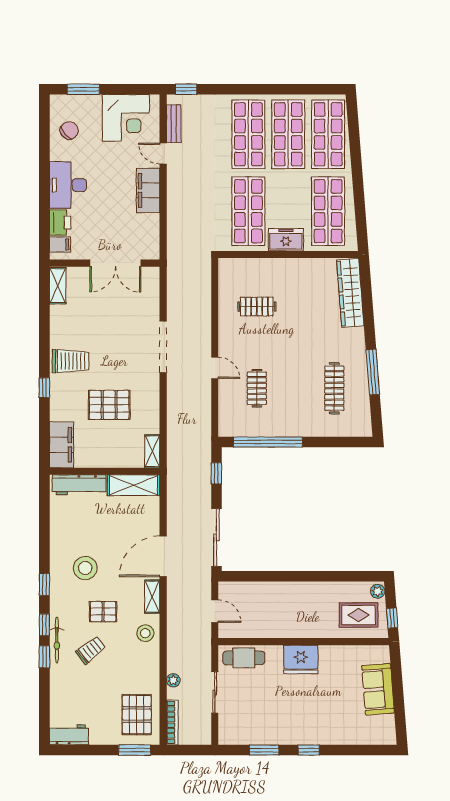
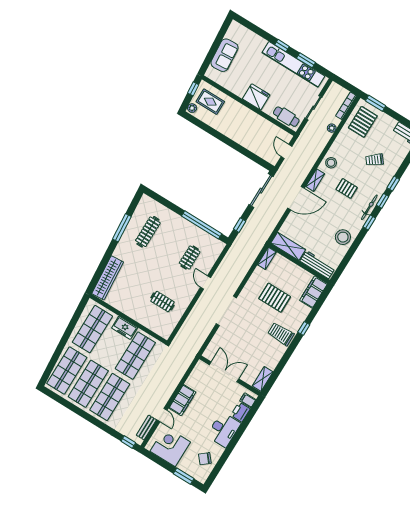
stool: (85, 568) -> (343, 237), moved
bicycle: (57, 640) -> (369, 207), moved
trolley: (91, 650) -> (375, 160), moved
kitchen unit: (278, 734) -> (293, 64), added

